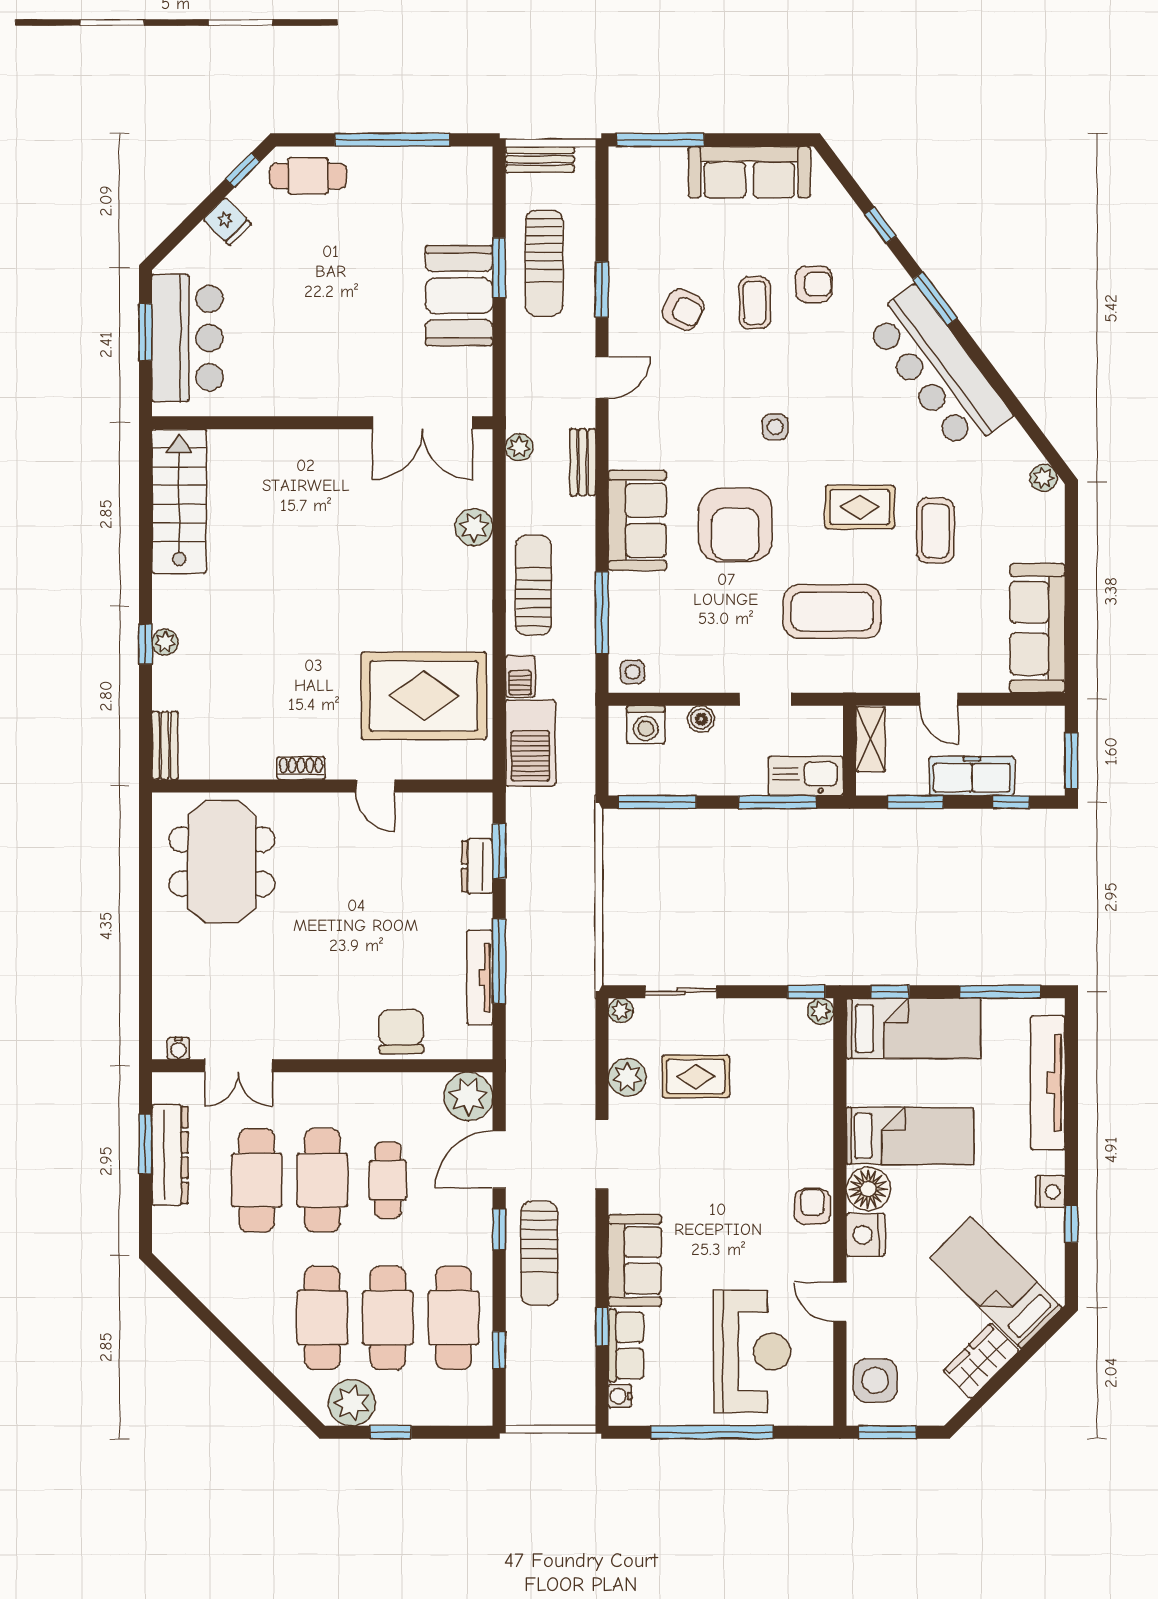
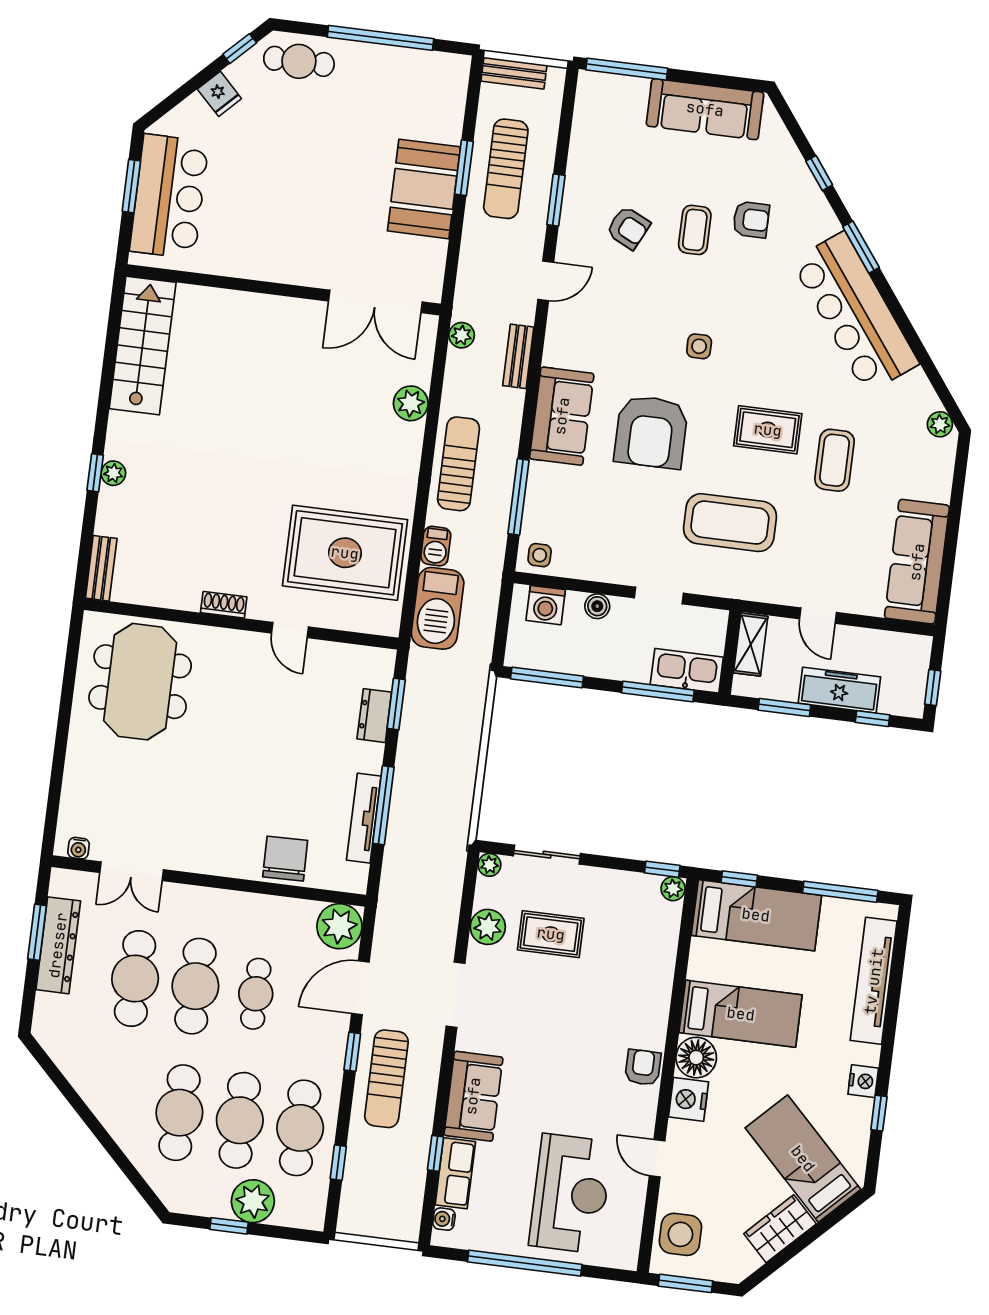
window: (1071, 761) -> (933, 688), width x0.67
plant: (352, 1403) -> (253, 1201), moved

